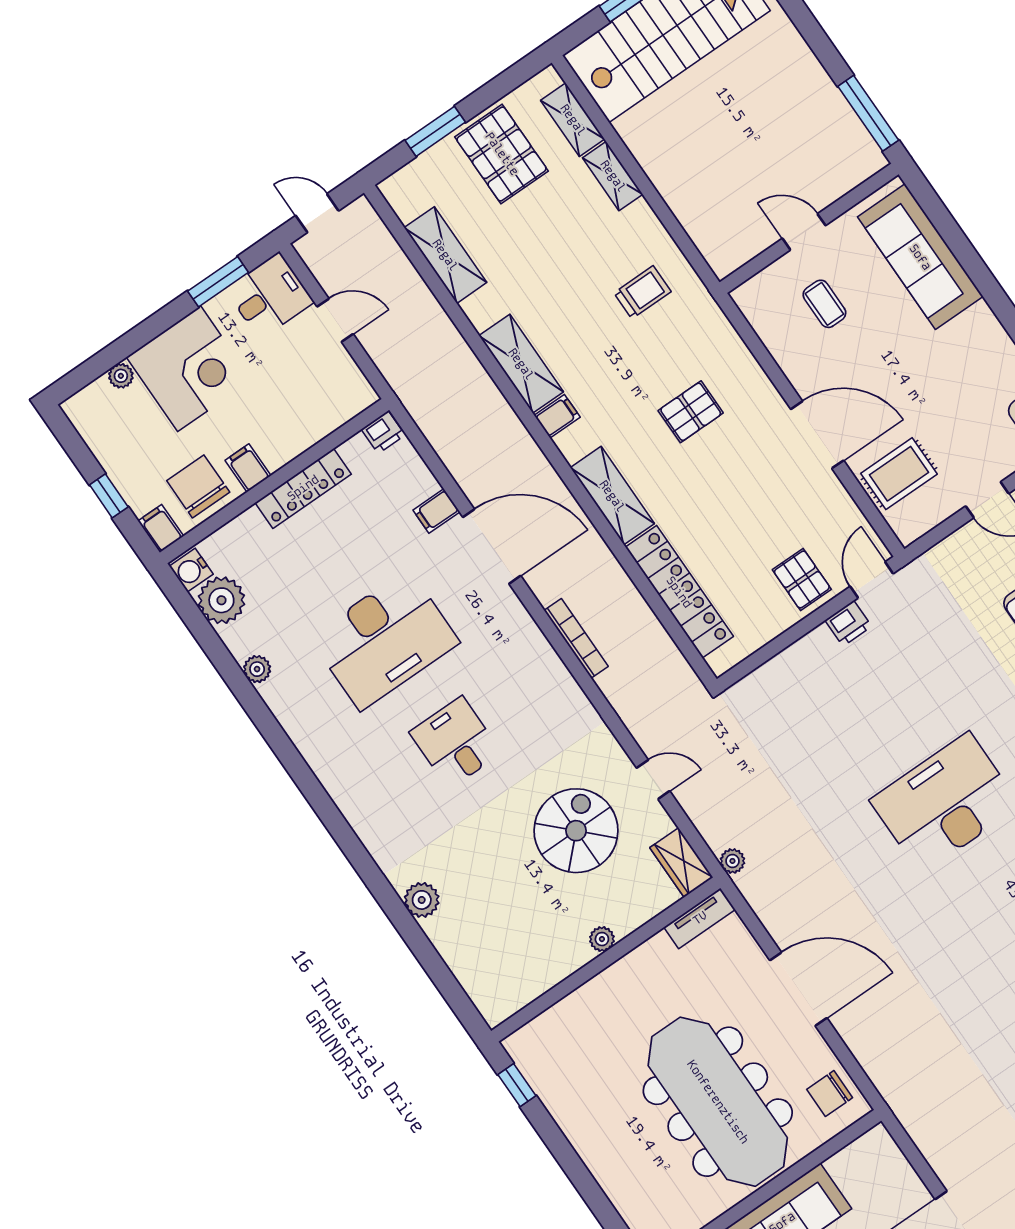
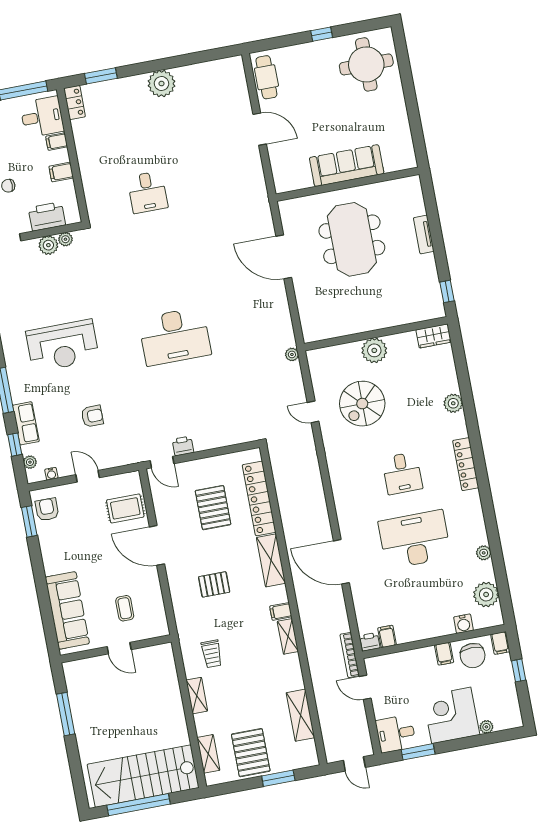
window: (868, 113) -> (66, 714), moved
shelving: (613, 176) -> (197, 696), moved
trolley: (642, 292) -> (212, 654), turned -90
door: (335, 320) -> (365, 687), moved
shelving: (521, 364) -> (288, 636), width x0.67, depth x0.75
locker: (303, 488) -> (466, 464), moved, turned -90
filing cabinet: (436, 511) -> (387, 636), moved, turned -90
water cooler: (191, 570) -> (463, 624), moved, turned 90
pallet: (802, 580) -> (213, 508), moved, width x1.50, depth x1.42
door: (872, 580) -> (162, 462), hinge flipped
bookcase: (576, 638) -> (350, 655), moved
wardrobe: (681, 862) -> (434, 336), moved, turned 90
tv unit: (700, 918) -> (424, 235), moved, turned -90
plant: (602, 939) -> (374, 350), width x1.88, depth x1.88
door: (798, 989) -> (284, 257), moved
chair: (830, 1094) -> (295, 219), removed
meeting table: (718, 1102) -> (352, 239), width x0.73

